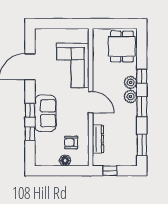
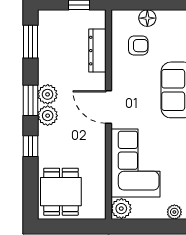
plant: (47, 33) -> (174, 212), added
plant: (82, 35) -> (121, 209), added
plant: (131, 82) -> (48, 94), moved

